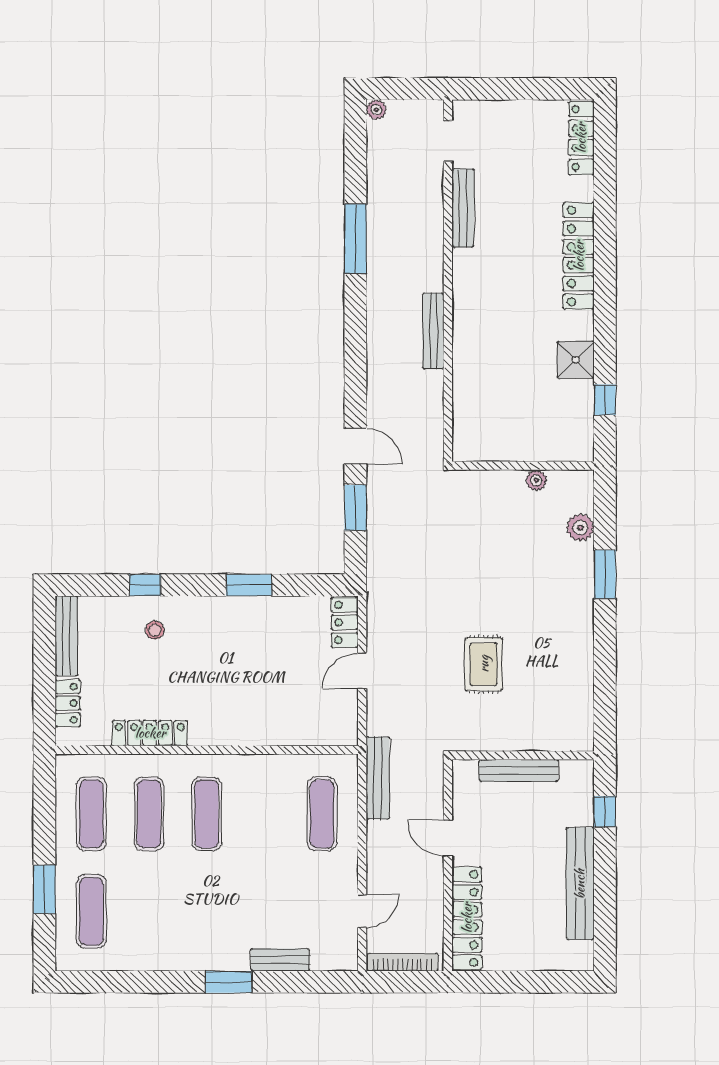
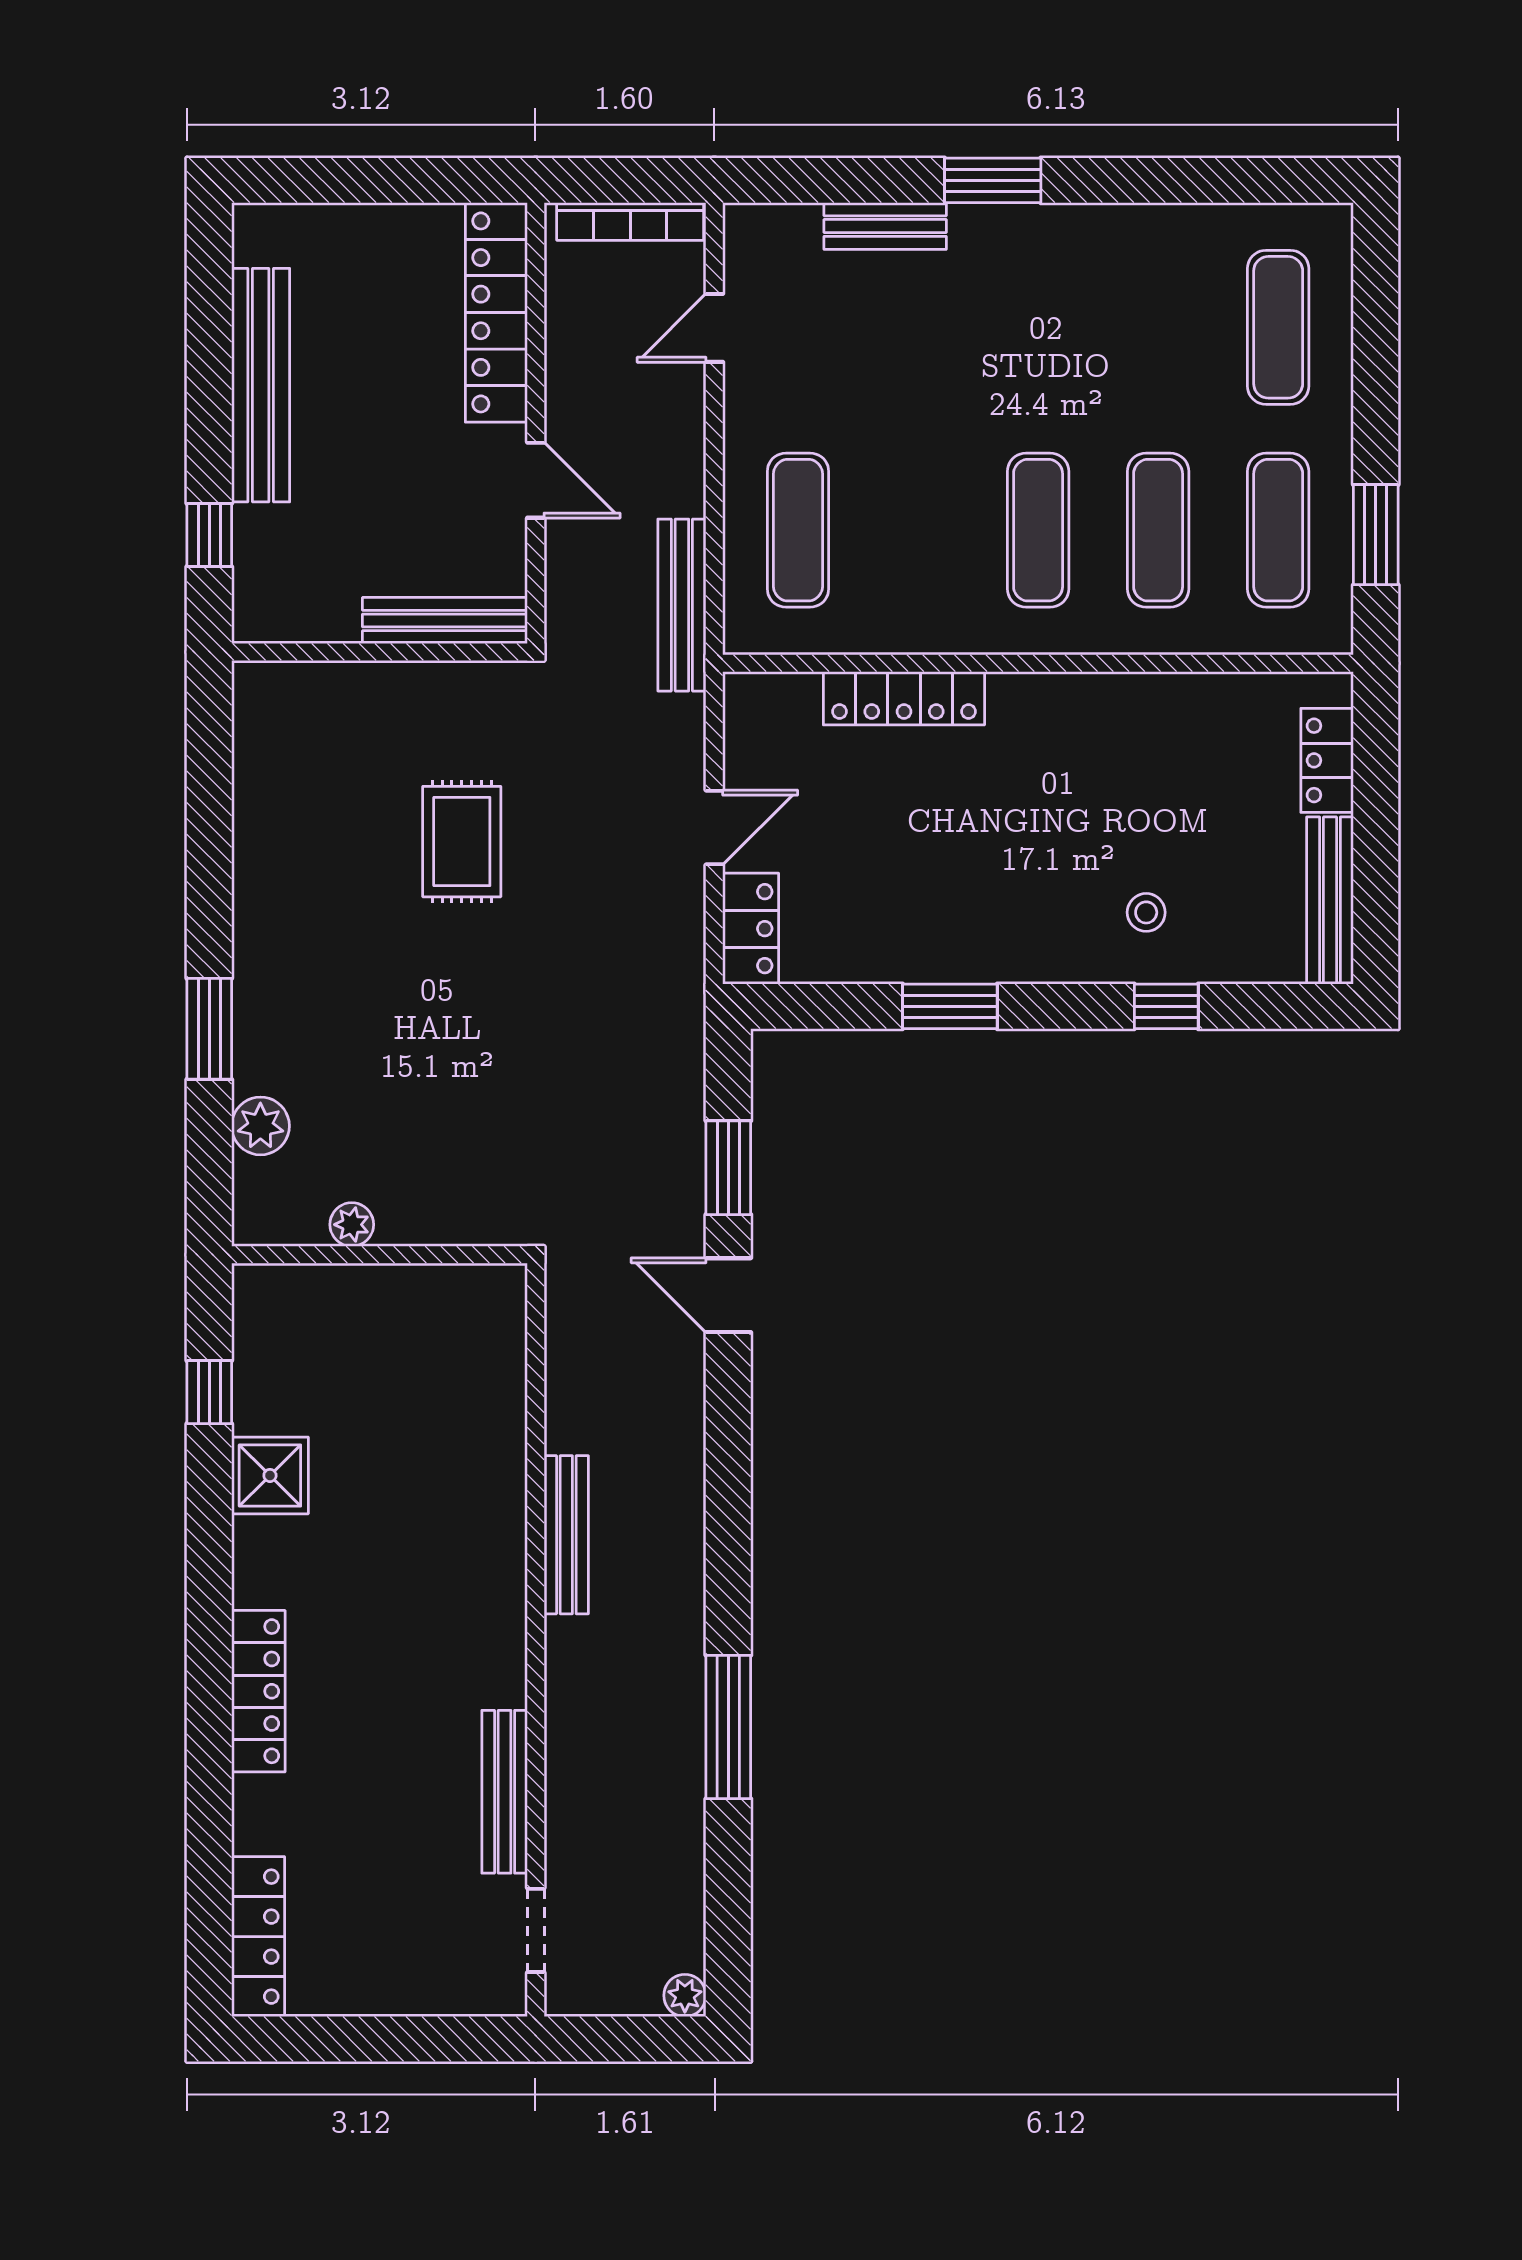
locker: (579, 256) -> (258, 1691), width x0.71, depth x0.83
locker: (150, 733) -> (904, 698), moved
bench: (519, 770) -> (445, 621), moved
window: (44, 889) -> (1376, 535), moved

